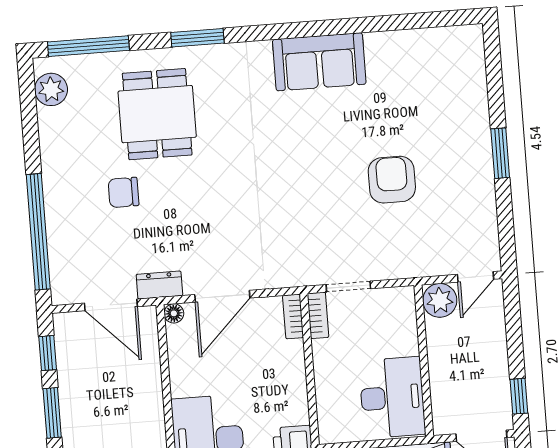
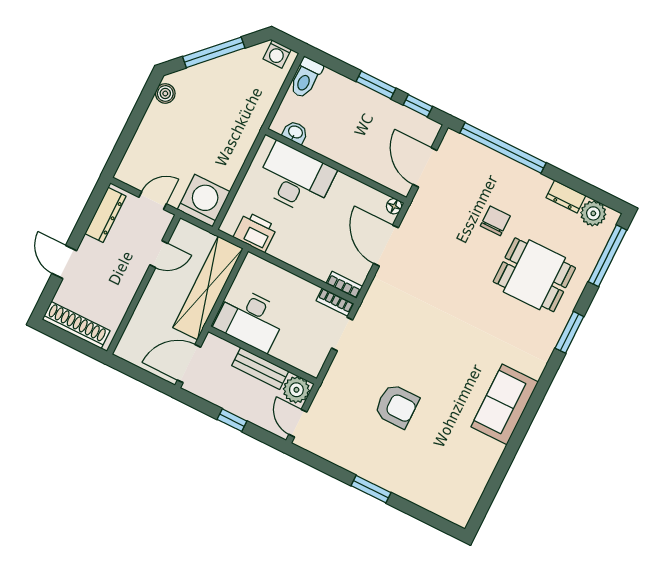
dresser: (159, 285) -> (566, 197), moved, turned 90
door: (111, 305) -> (425, 167), hinge flipped
bench: (440, 354) -> (260, 368), added
window: (519, 396) -> (232, 420), moved

